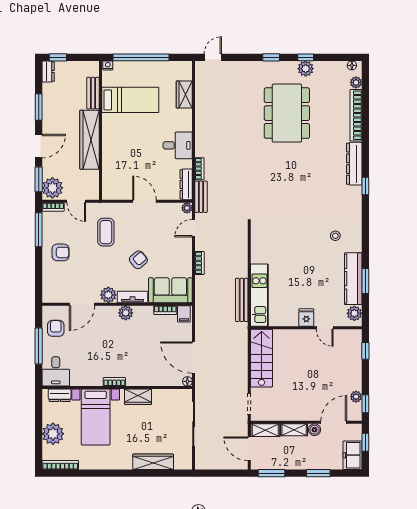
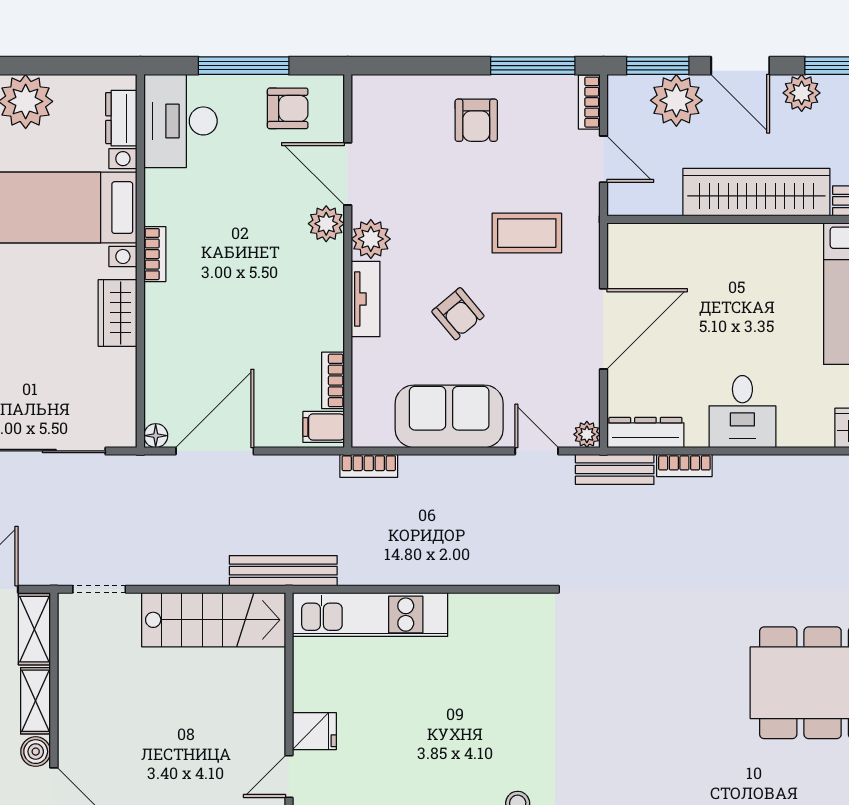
plant: (50, 122) -> (802, 93), added
plant: (52, 188) -> (676, 100), moved
door: (76, 201) -> (603, 159), swing flipped
door: (144, 201) -> (603, 329), width x1.36
bookcase: (200, 263) -> (369, 466), moved
sofa: (170, 290) -> (449, 416), moved, turned -90
bench: (242, 300) -> (283, 571), moved
plant: (126, 313) -> (326, 224), moved
desk: (56, 371) -> (180, 121), width x1.37

